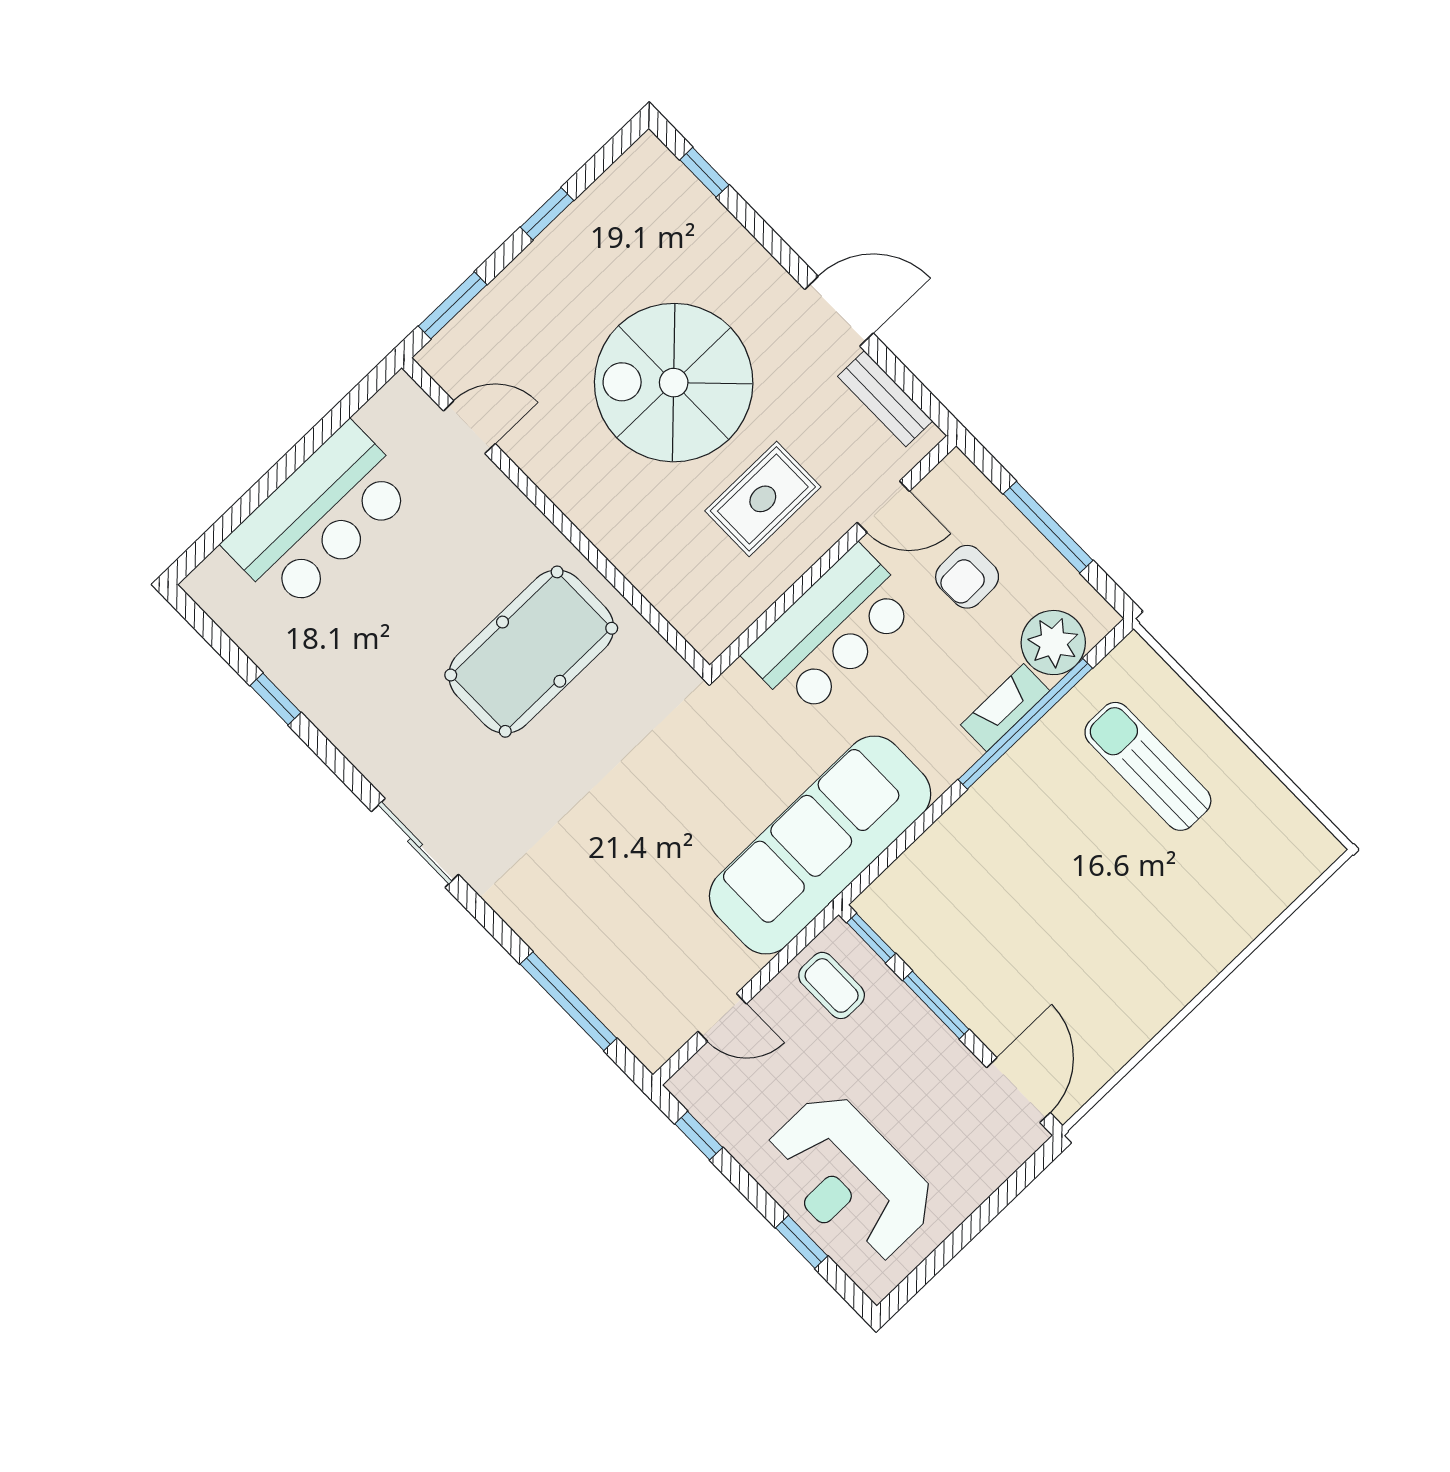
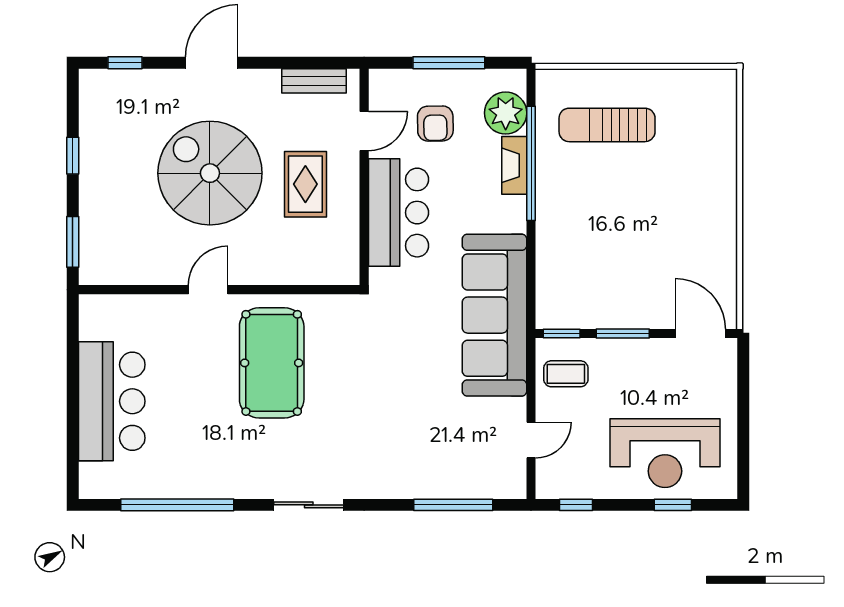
door: (839, 311) -> (212, 63), moved
spiral stairs: (674, 383) -> (210, 173), turned 90
door: (469, 427) -> (208, 290), moved
window: (276, 699) -> (177, 505), width x3.17

